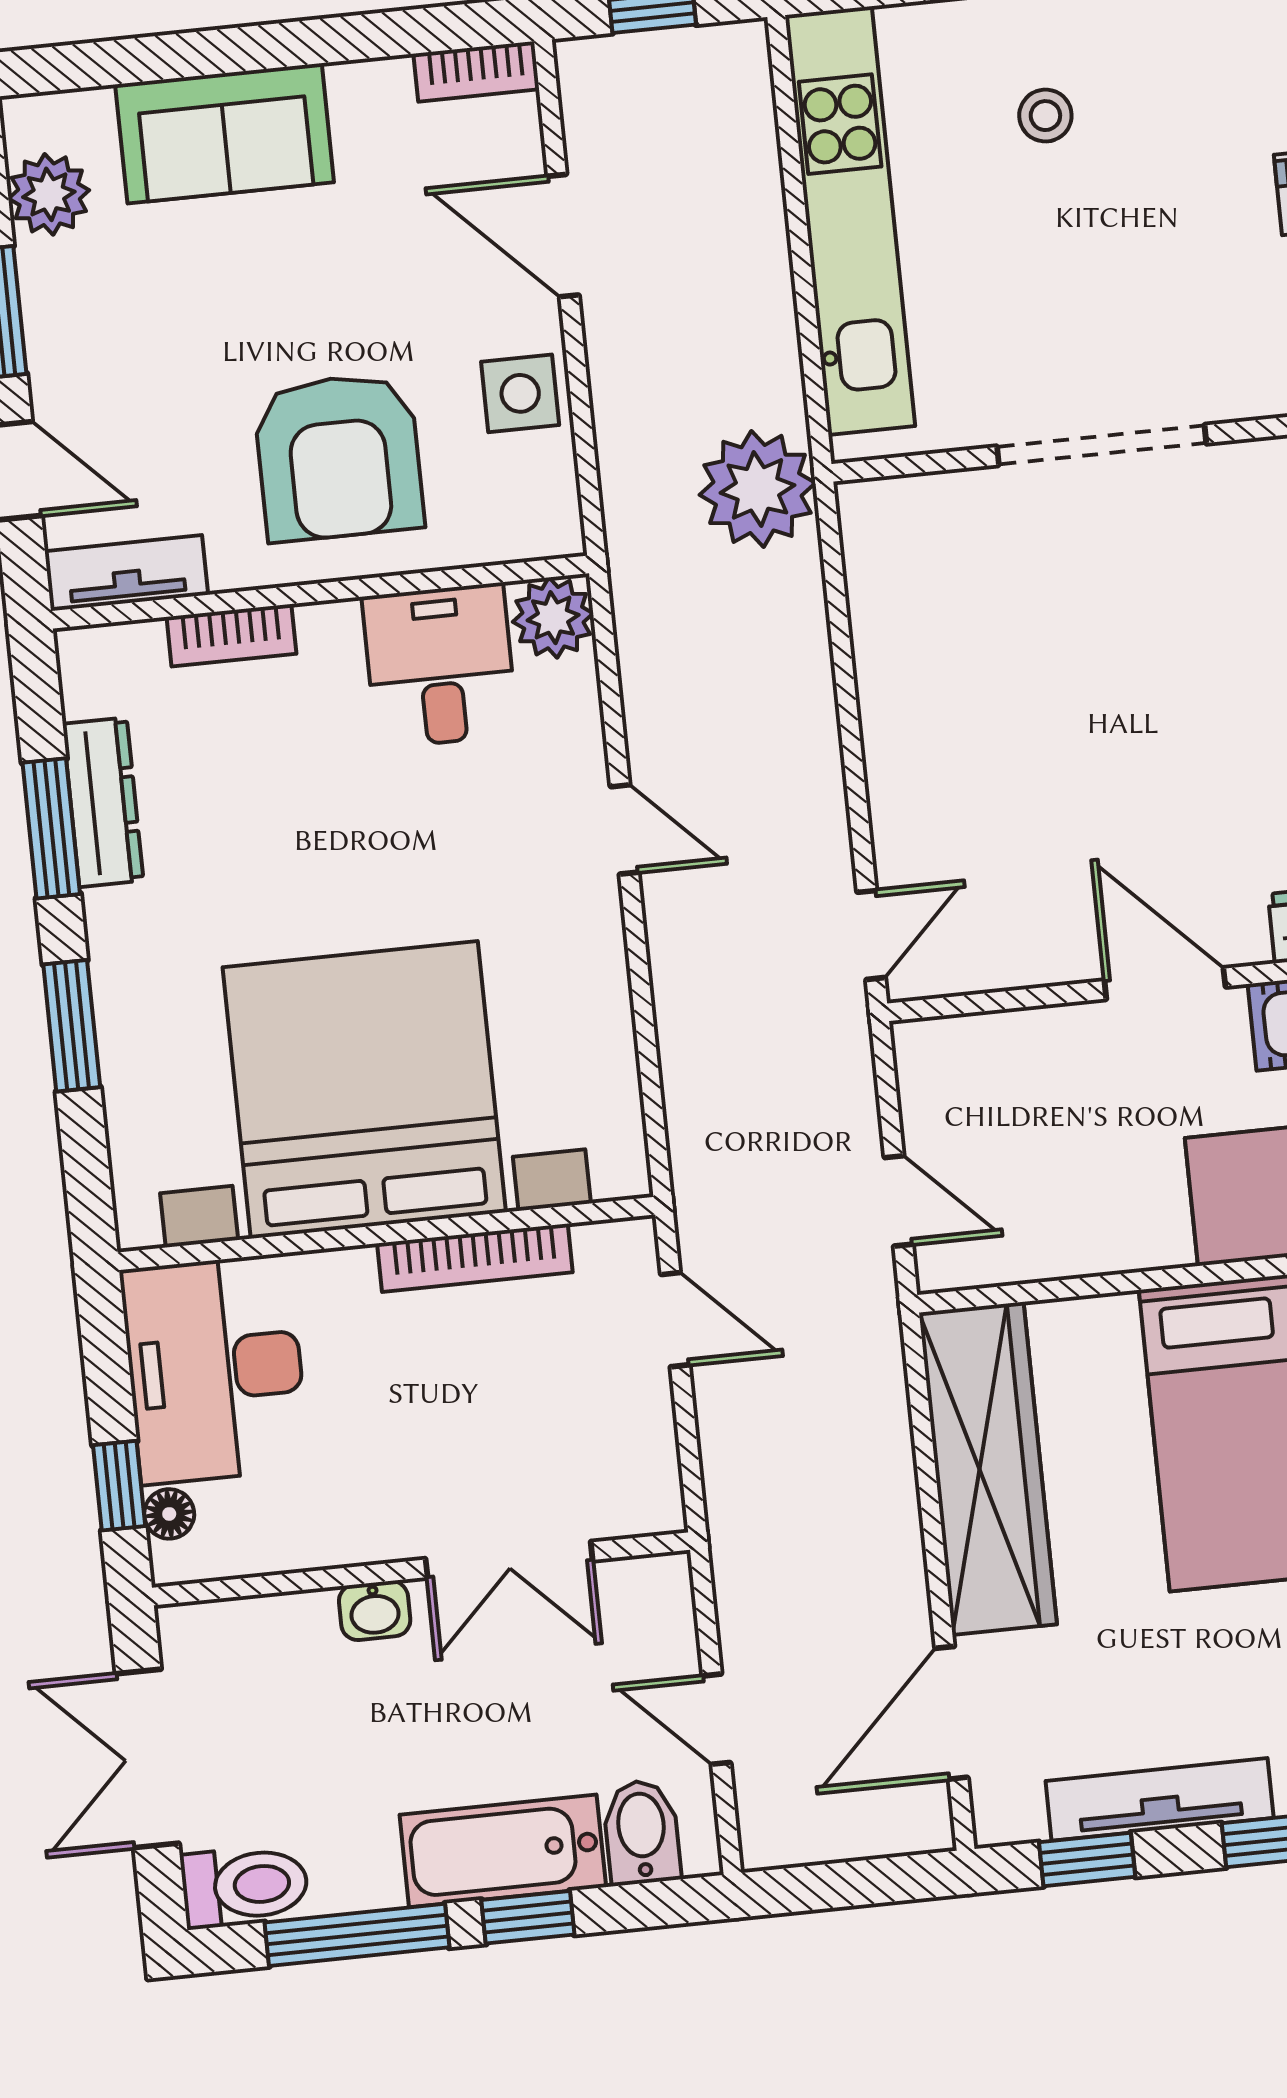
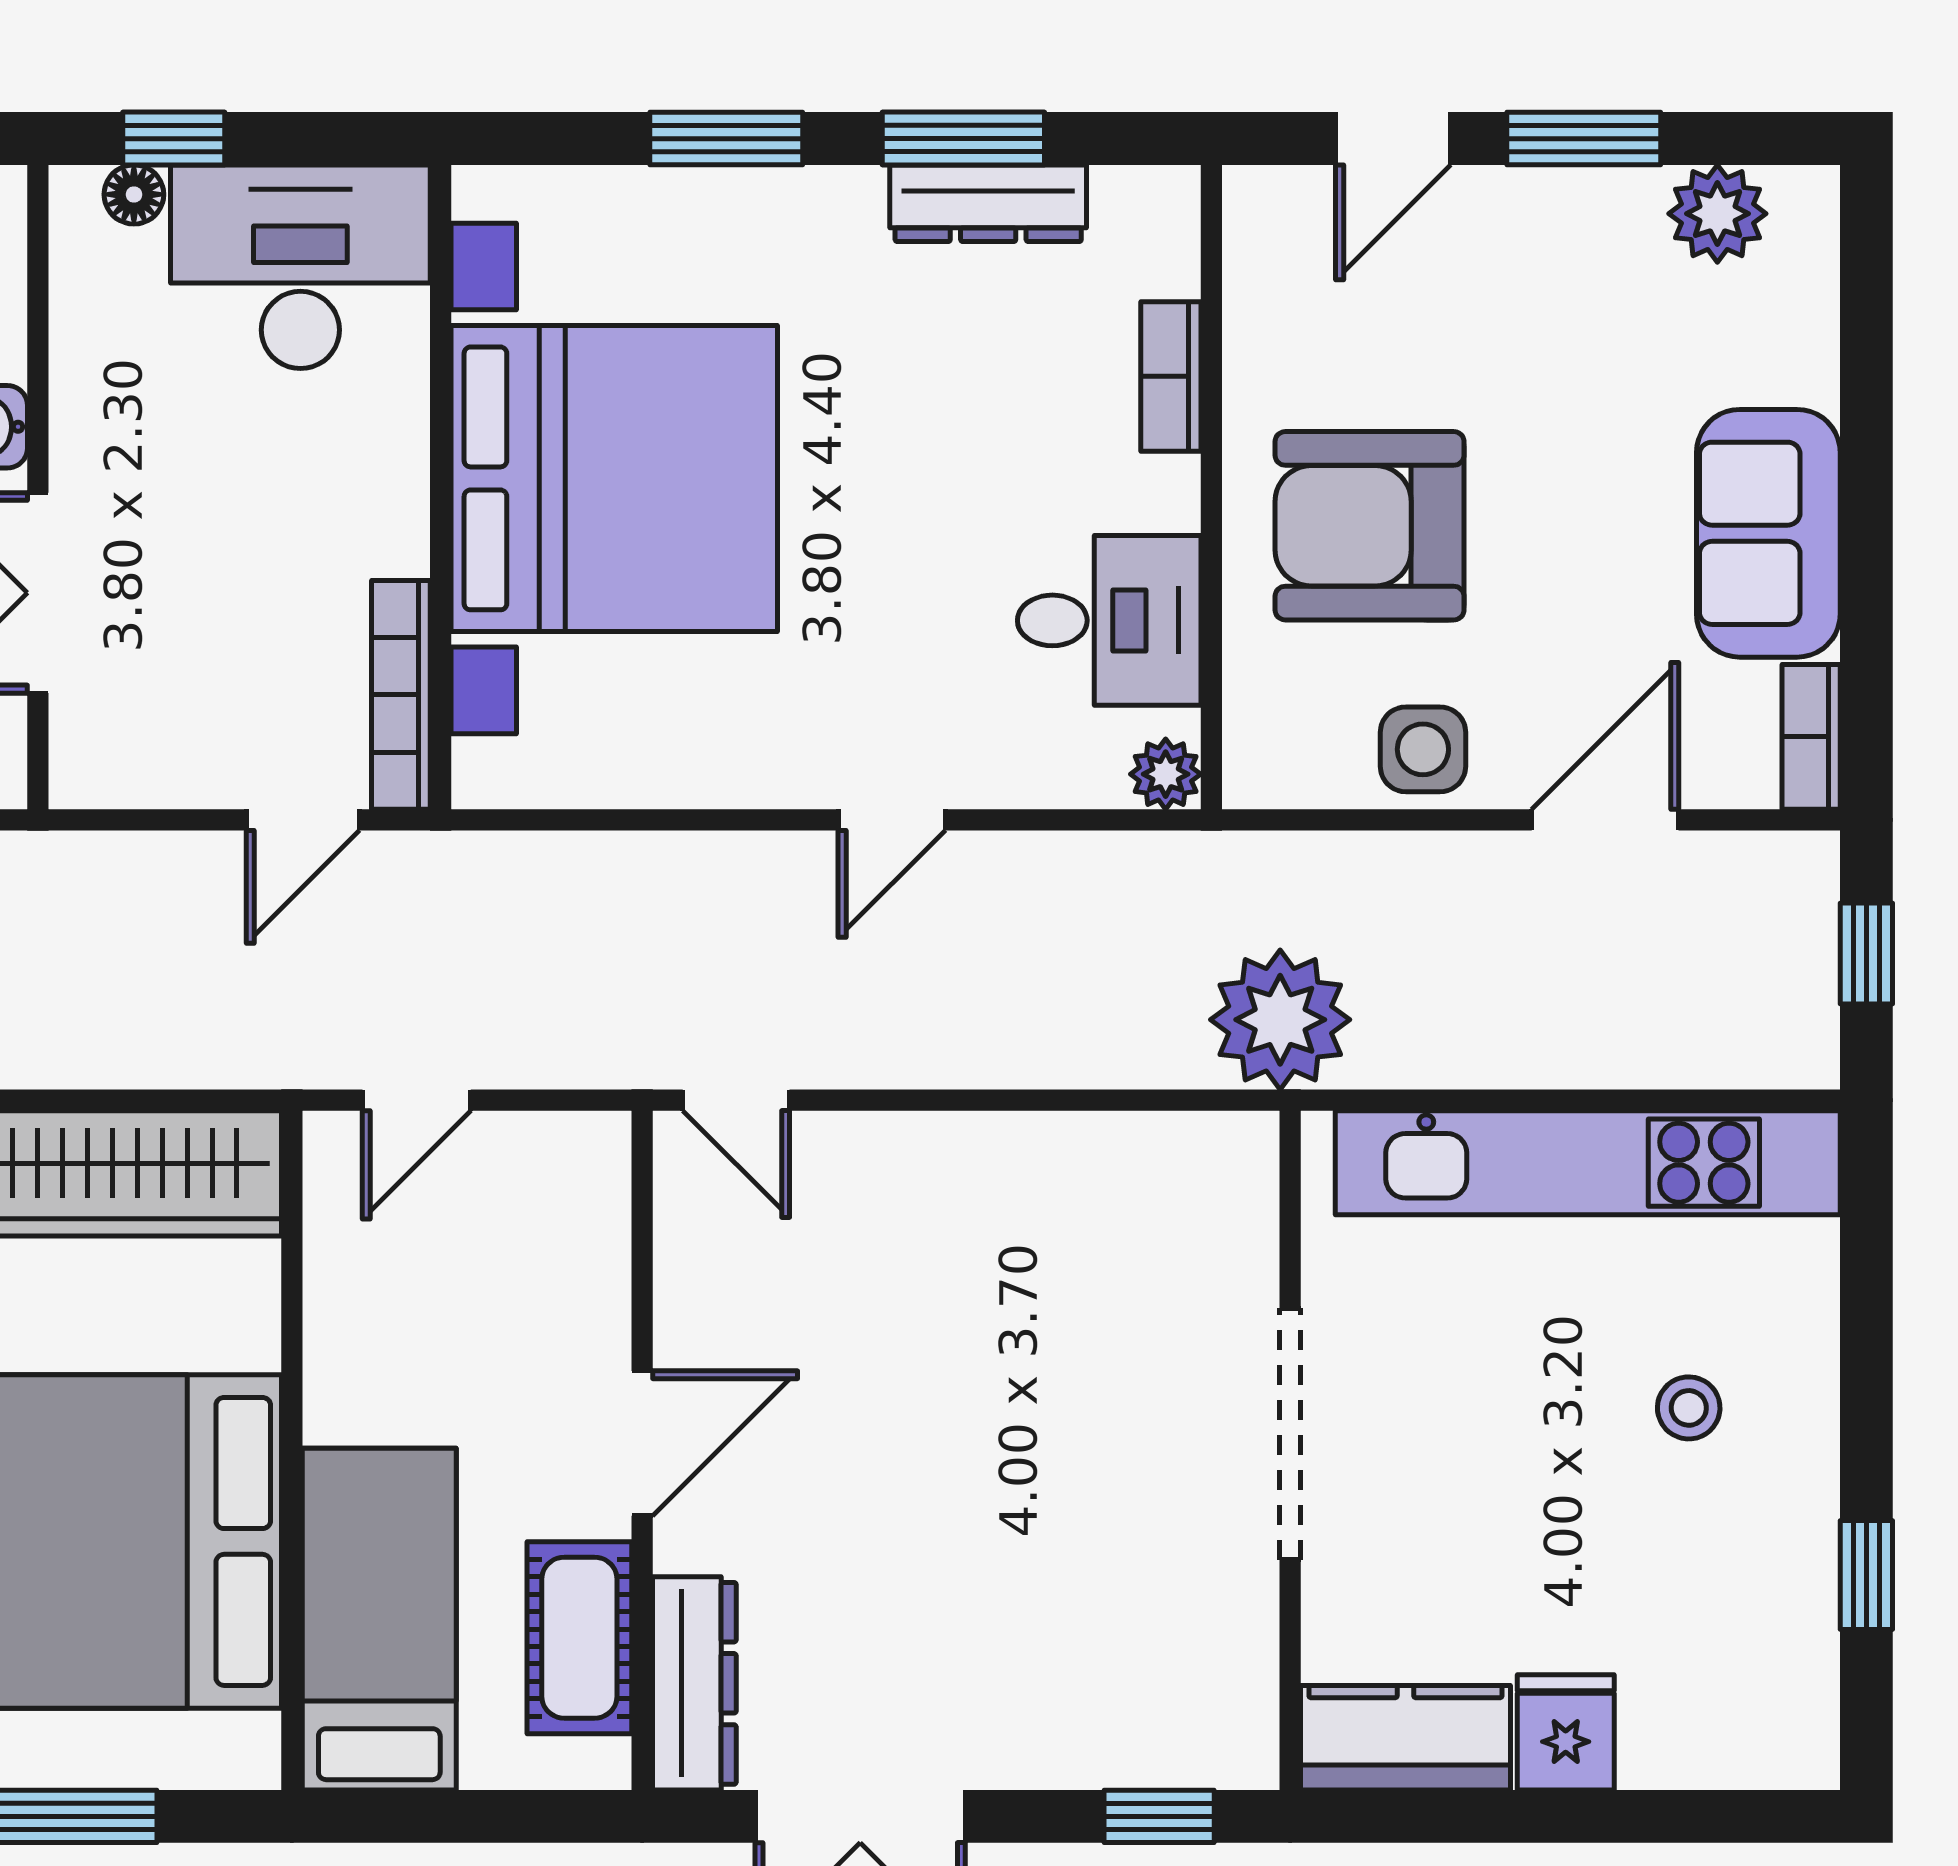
sofa: (225, 133) -> (1768, 533), moved
tv unit: (126, 573) -> (1258, 259), removed
plant: (553, 618) -> (1166, 774), width x0.73, depth x0.73
bookcase: (475, 1258) -> (401, 695), moved

